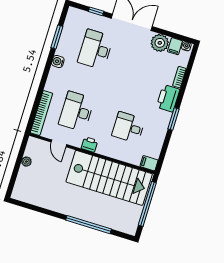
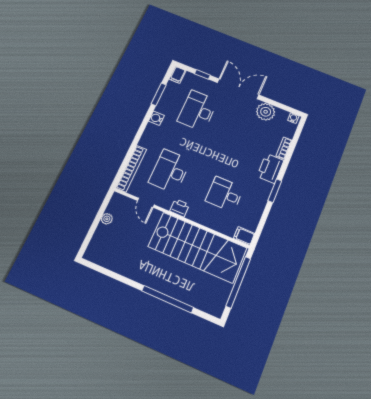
filing cabinet: (175, 46) -> (178, 75), moved

